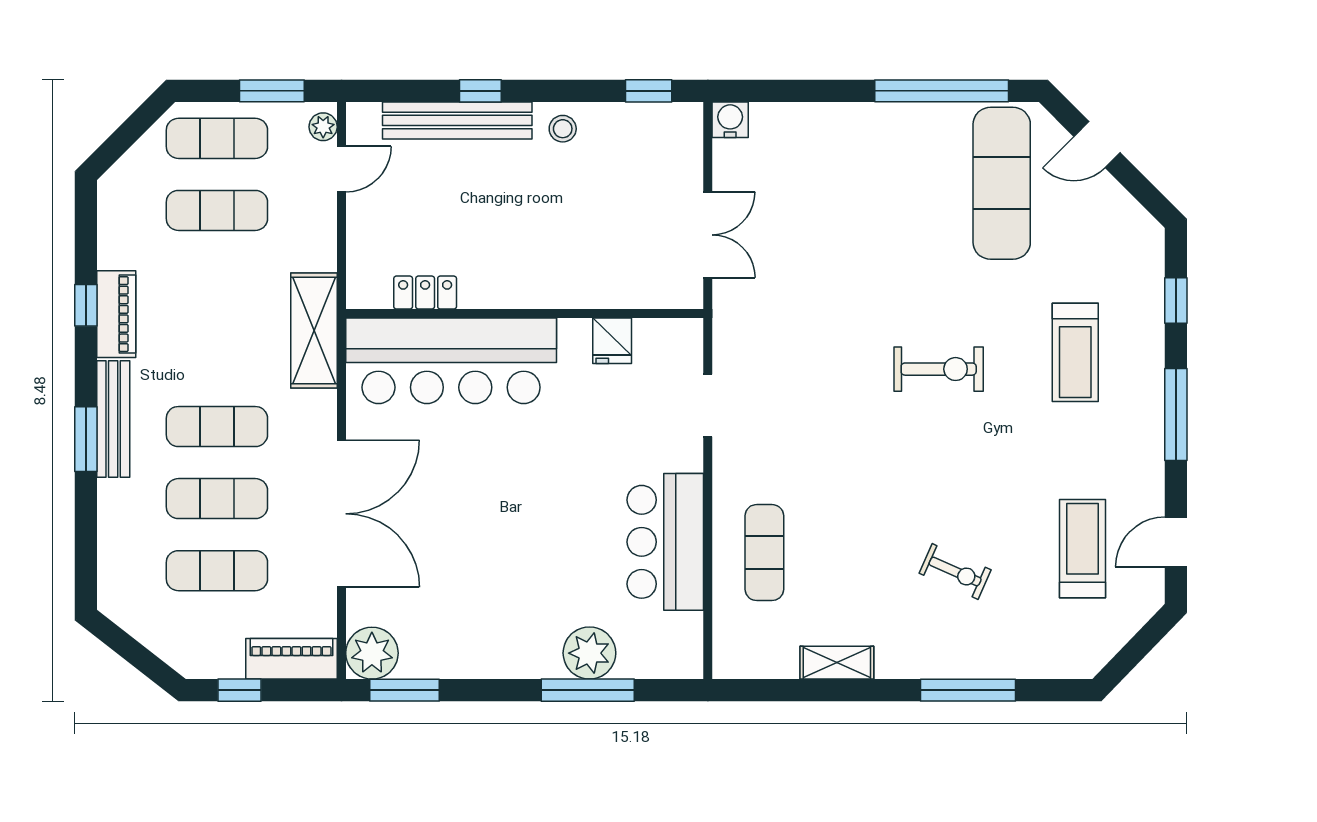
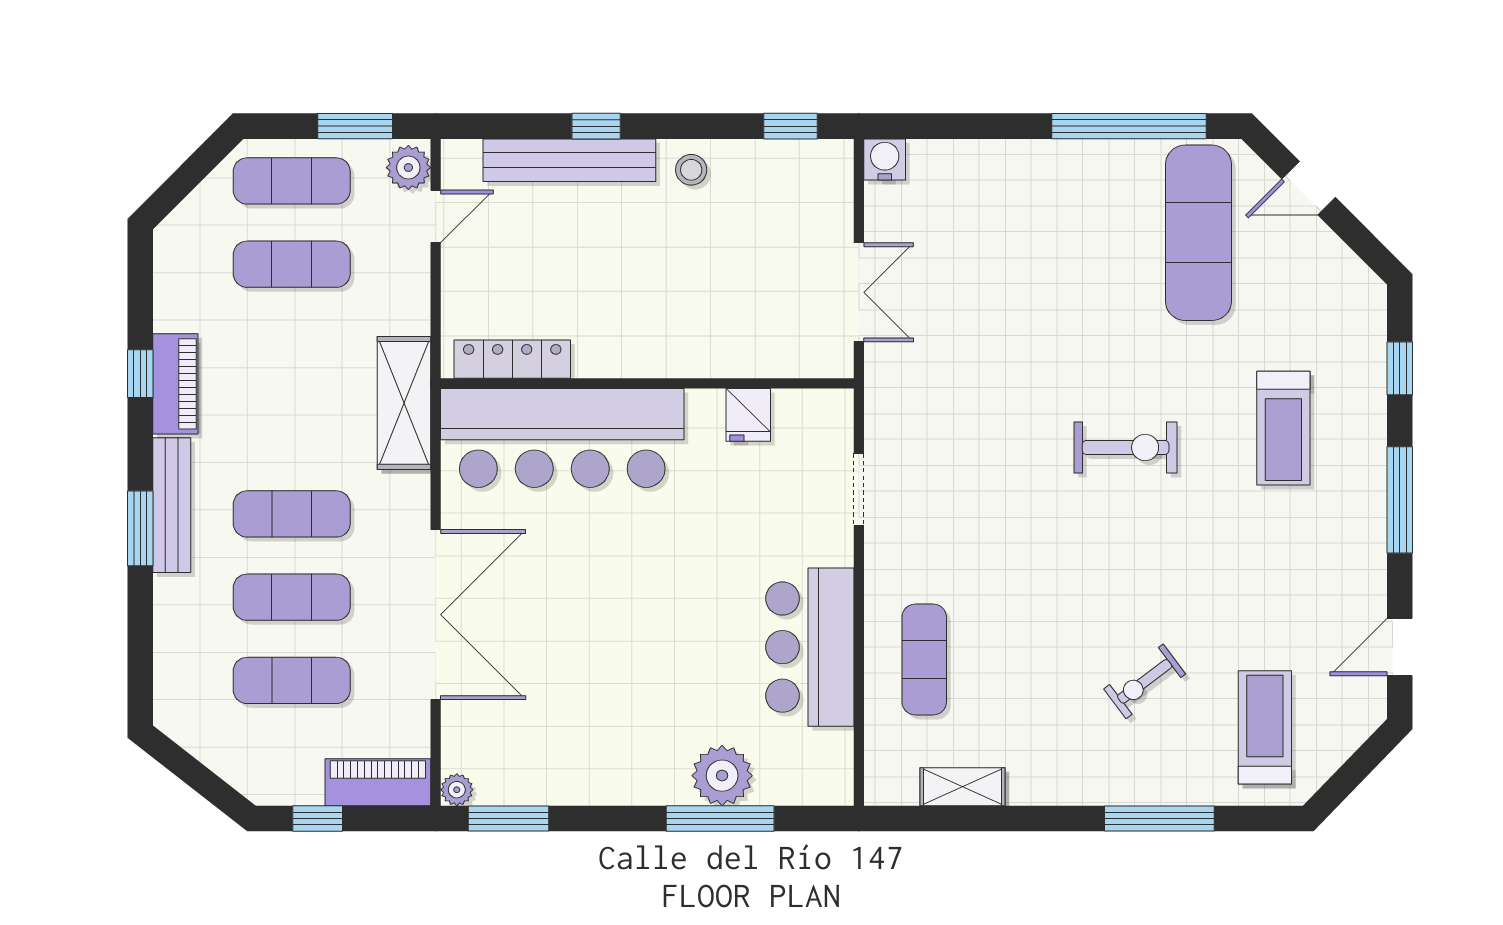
plant: (323, 127) -> (408, 168), width x1.38, depth x1.38
locker: (425, 293) -> (512, 359), width x1.53
treadmill: (1082, 549) -> (1265, 727), moved
exercise bike: (955, 571) -> (1145, 681), turned 119
plant: (372, 653) -> (457, 790), width x0.53, depth x0.53
shelving: (837, 663) -> (962, 787), moved

